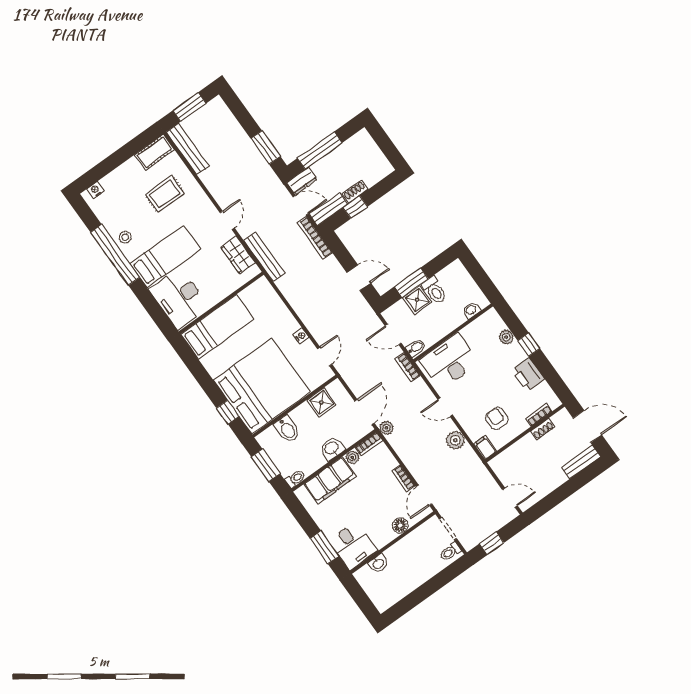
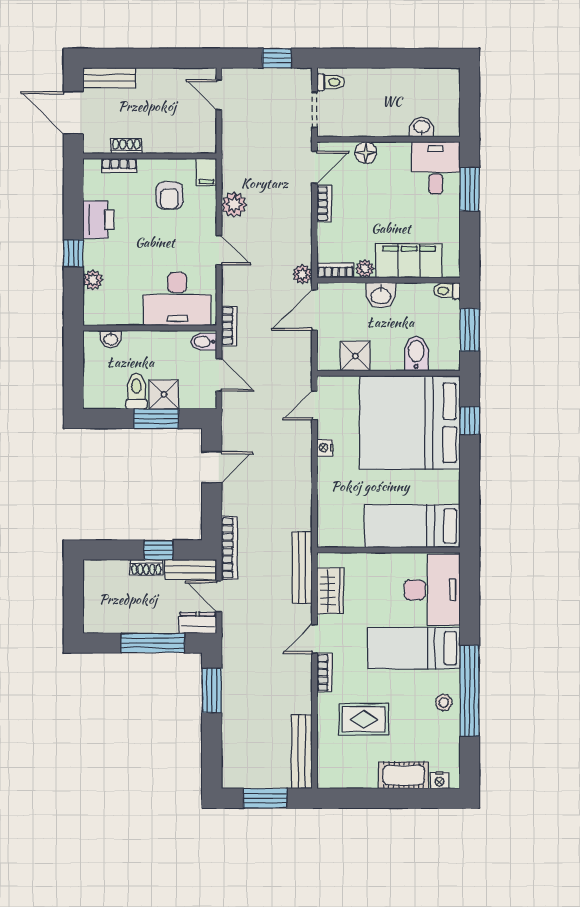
cot: (154, 152) -> (404, 775), moved
bookcase: (207, 205) -> (325, 673), added
door: (359, 278) -> (212, 467), swing flipped

